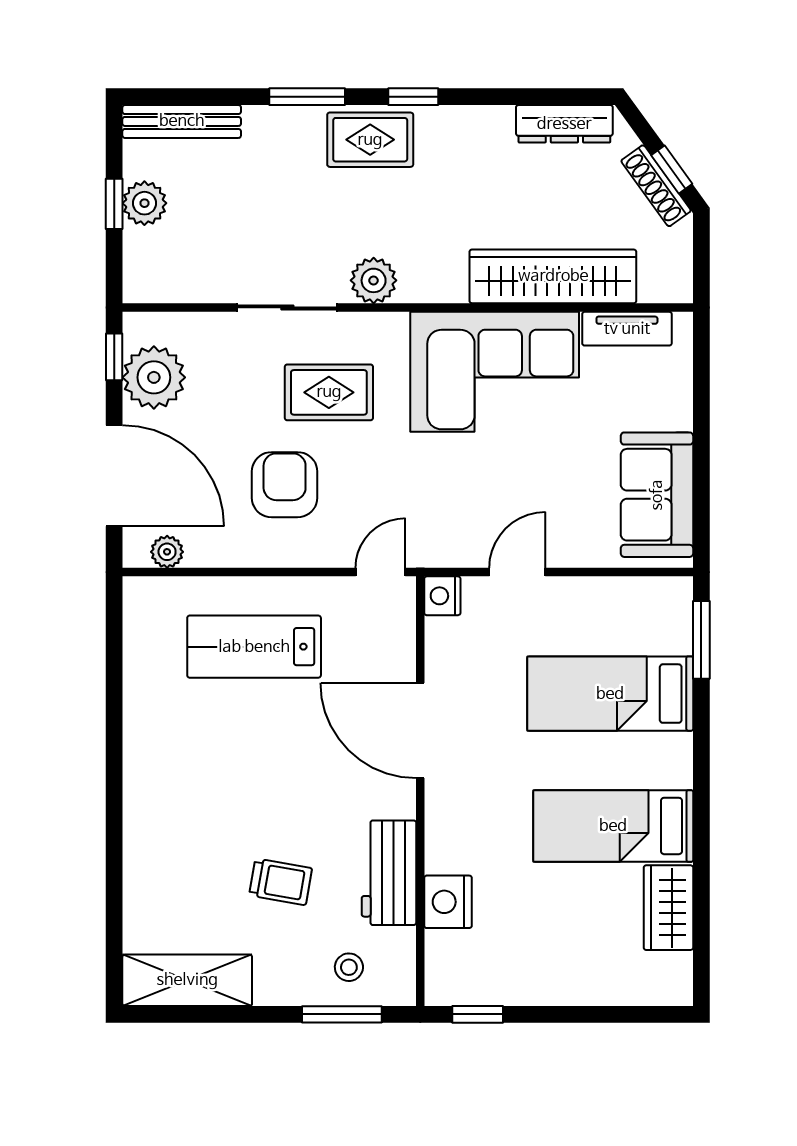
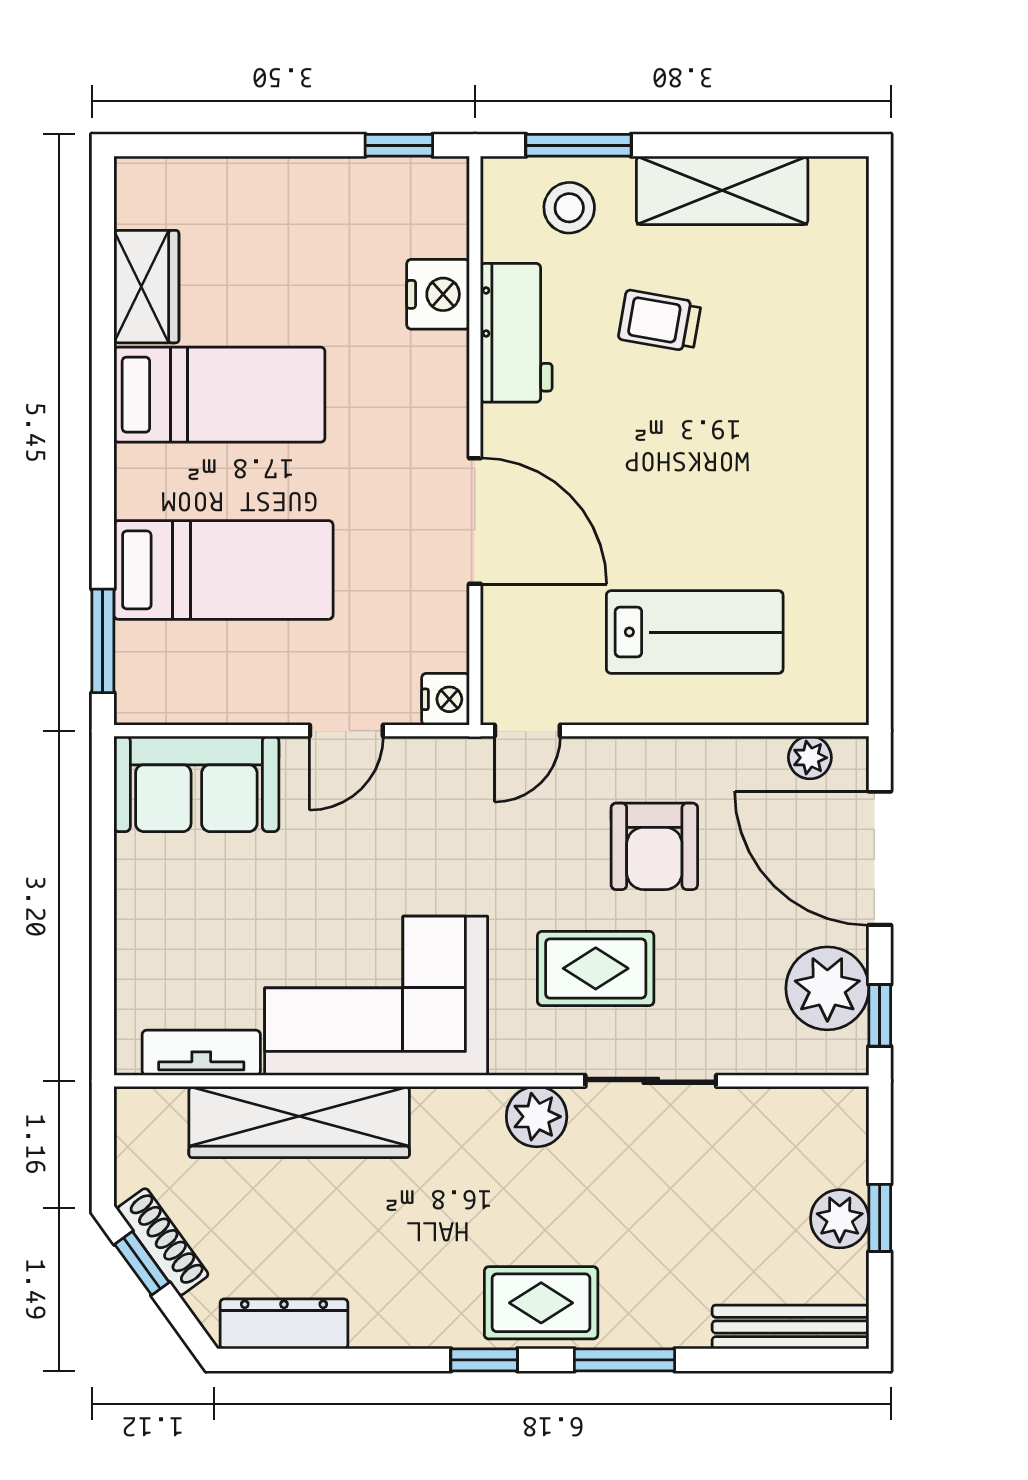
sofa: (657, 495) -> (196, 784), moved, turned 90
stool: (349, 967) -> (569, 208), width x1.37, depth x1.37
shelving: (187, 980) -> (722, 190), moved

